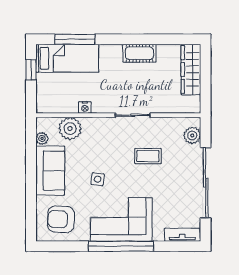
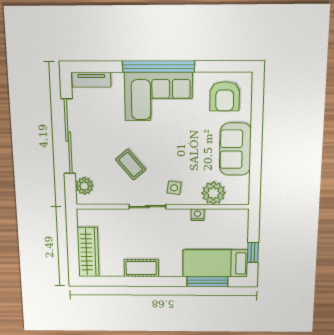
plant: (42, 139) -> (243, 183), removed
coffee table: (148, 156) -> (131, 165), turned 50
side table: (98, 179) -> (174, 188), moved
armchair: (61, 219) -> (225, 96), turned 87

